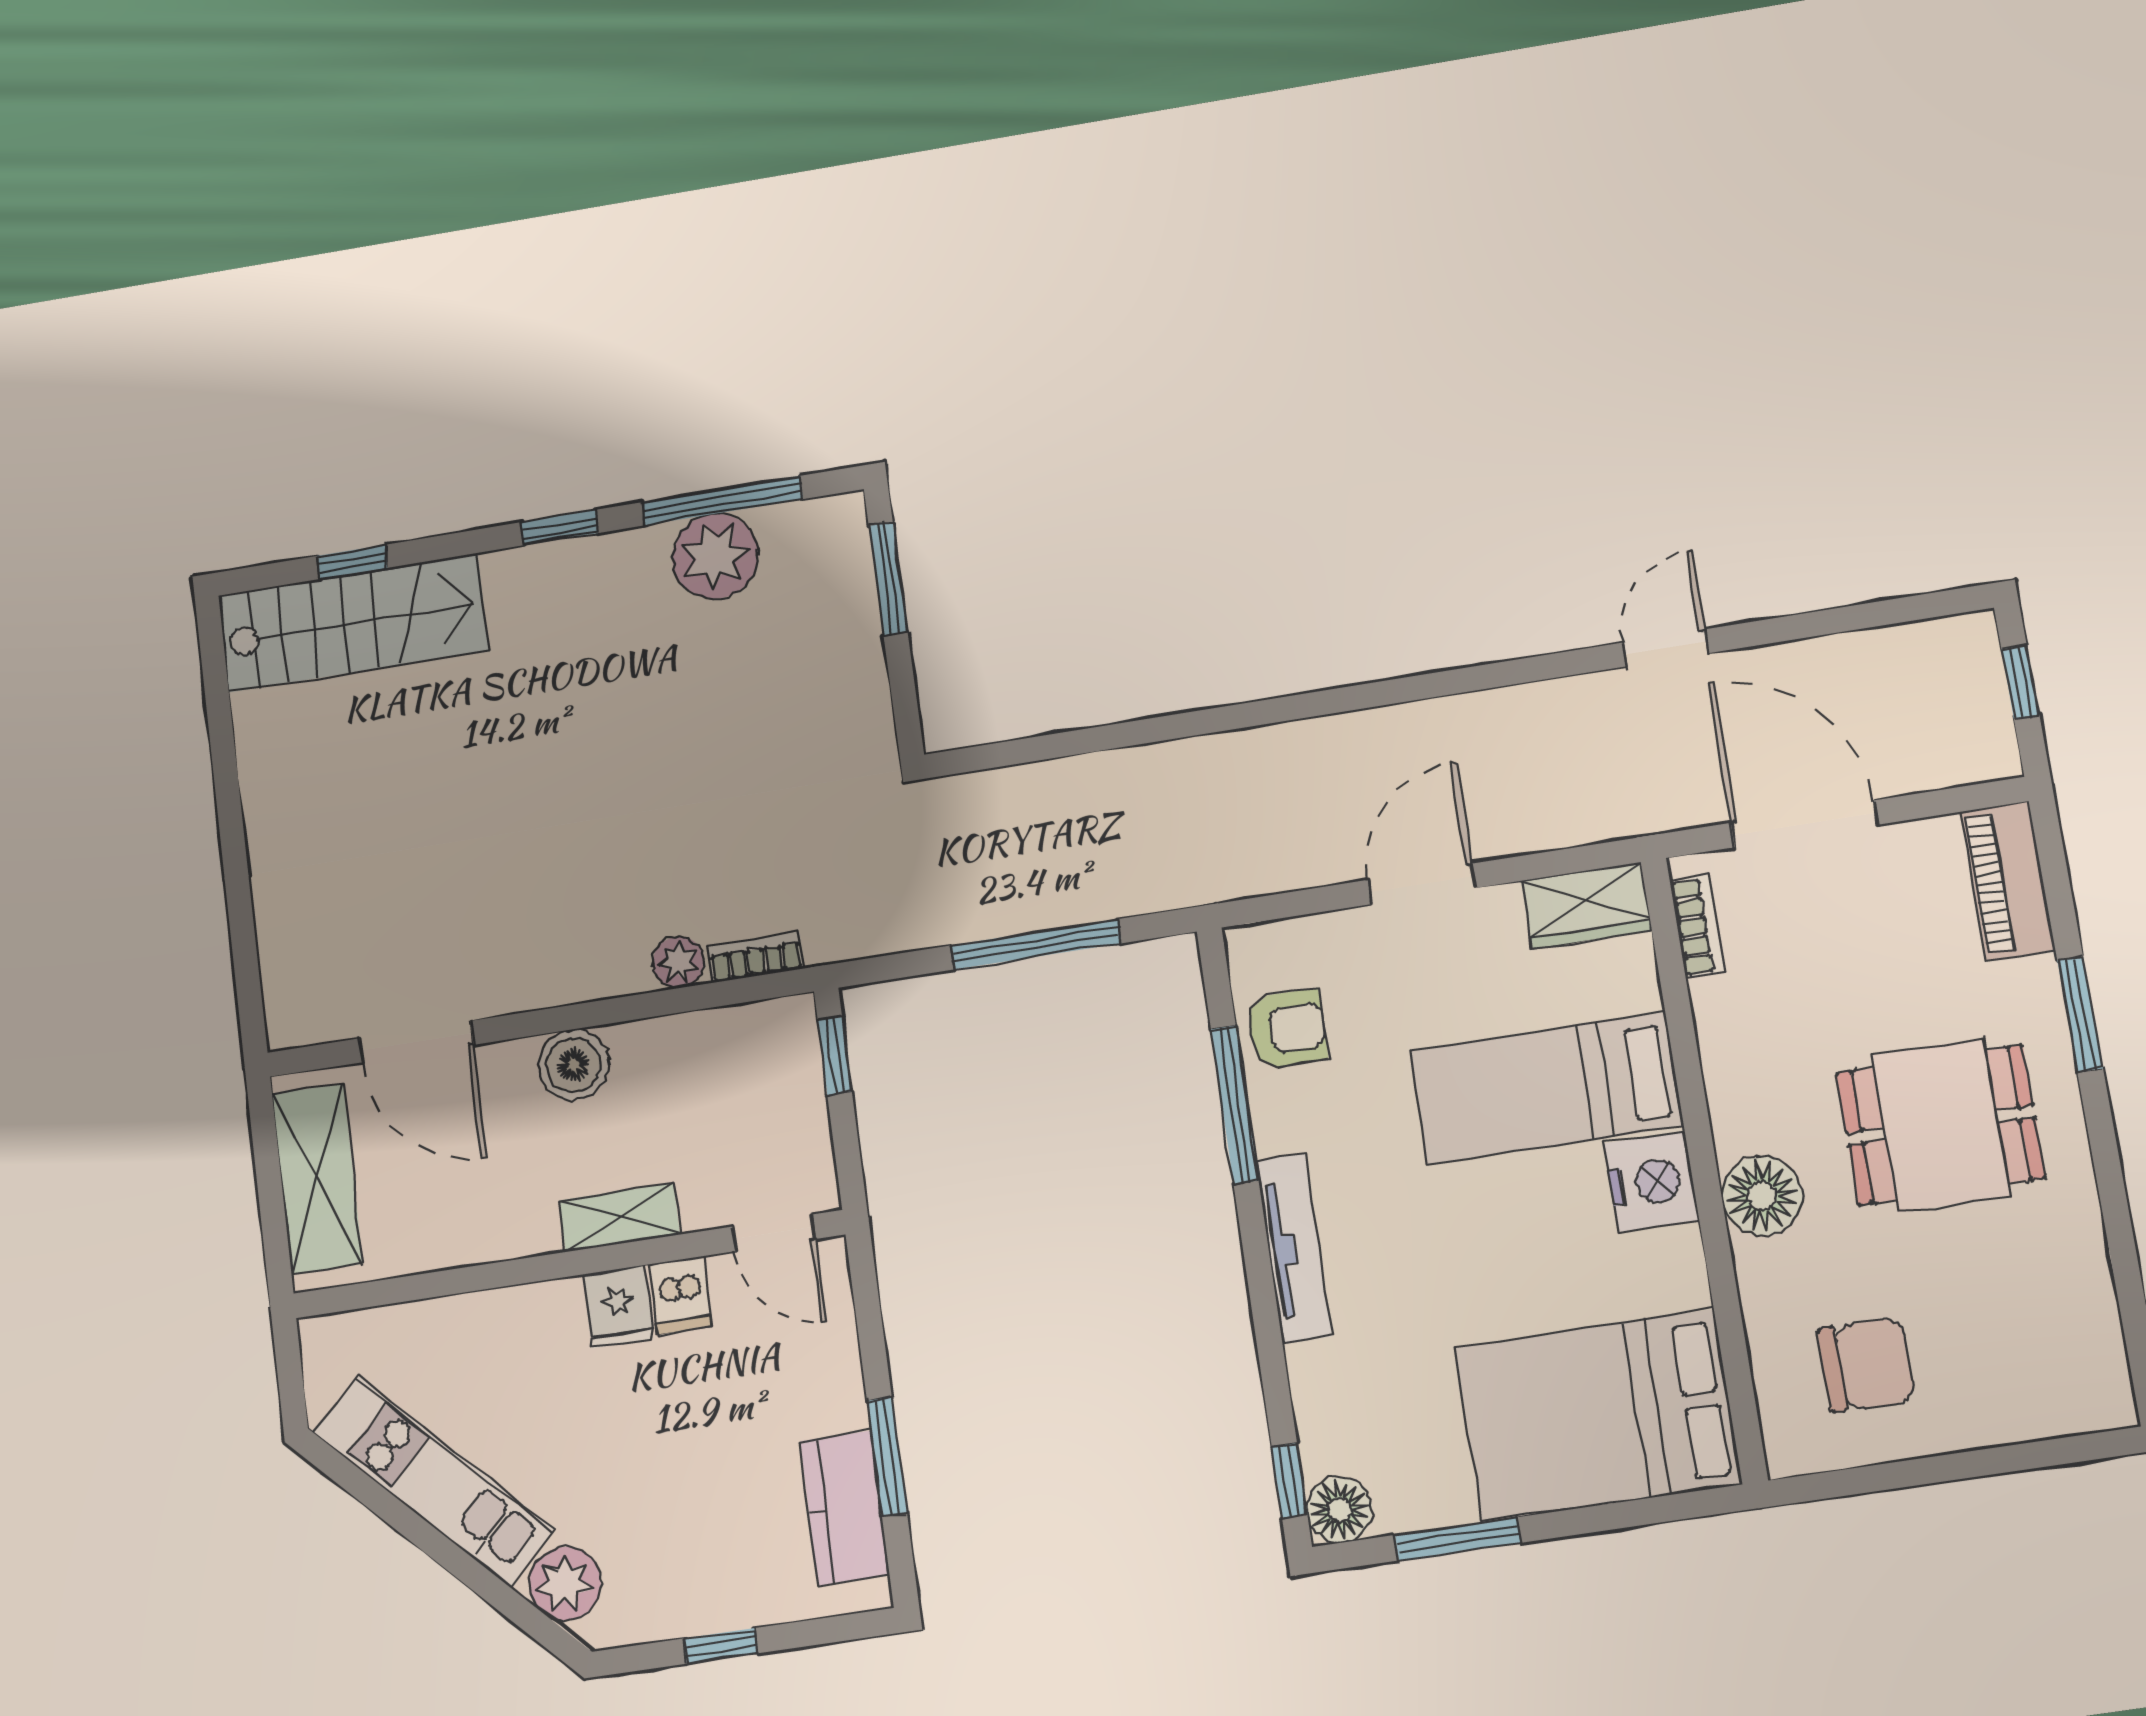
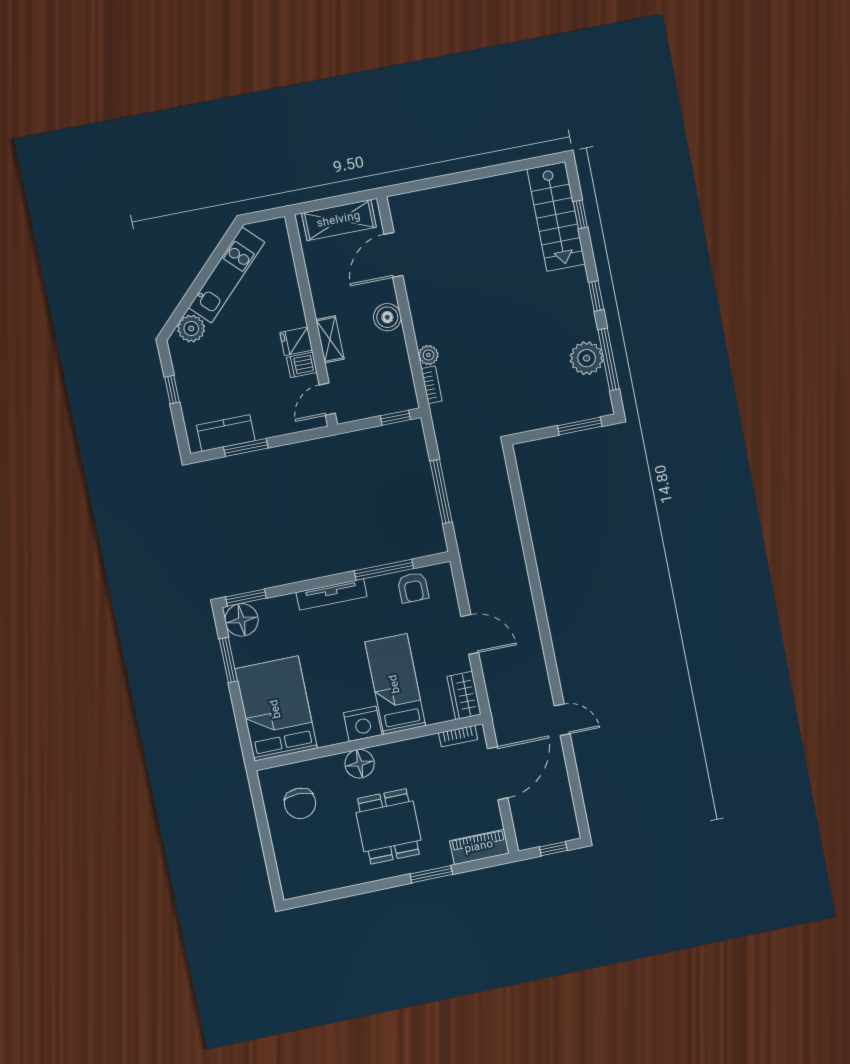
window: (1289, 1480) -> (246, 598), width x1.50
floor lamp: (1339, 1510) -> (242, 620), width x1.38, depth x1.38

